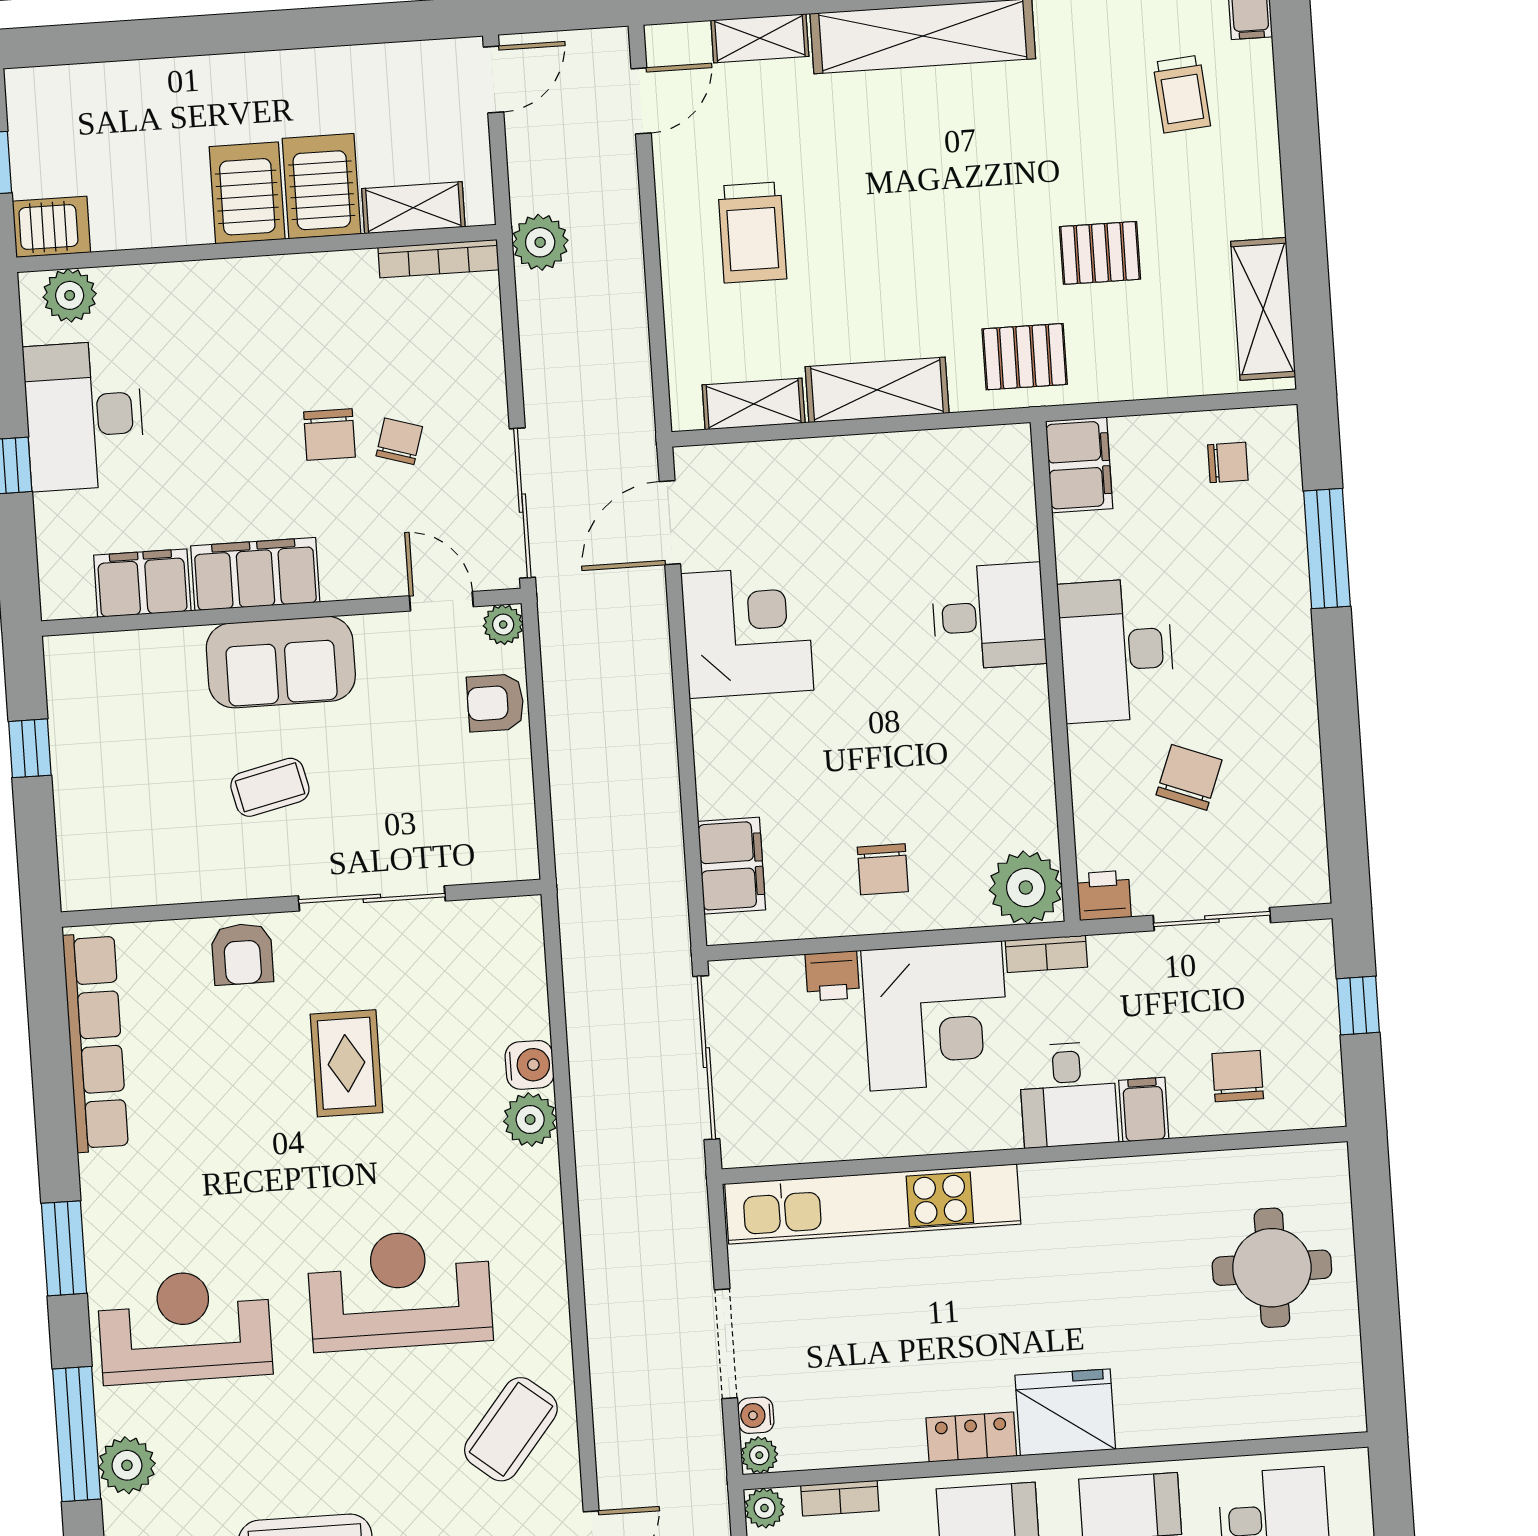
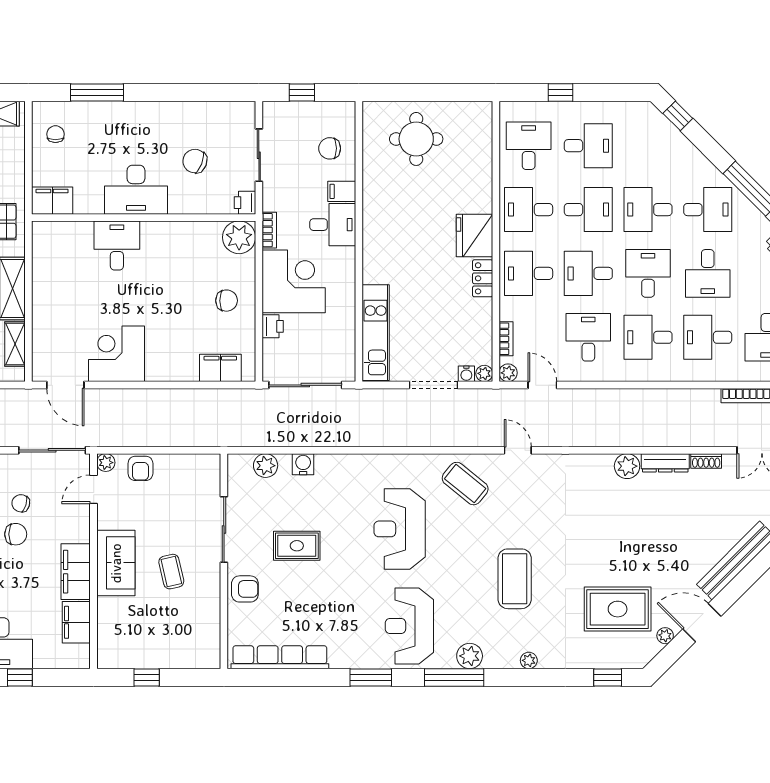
plant: (530, 1120) -> (266, 466), moved
kitchen unit: (873, 1204) -> (376, 333), width x0.73

